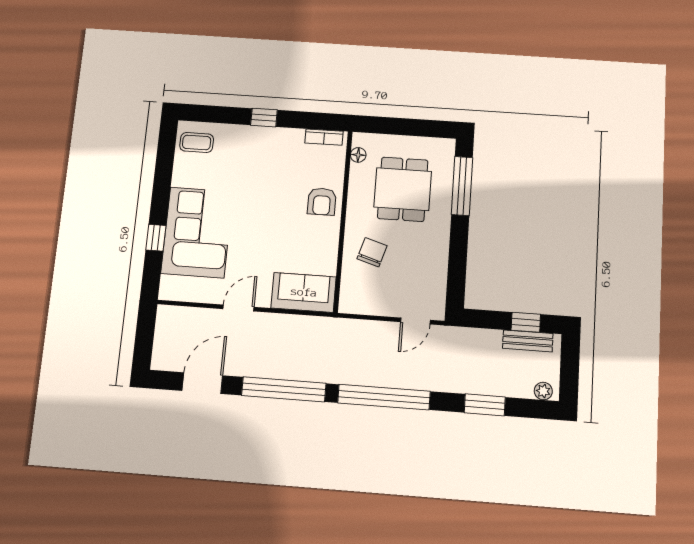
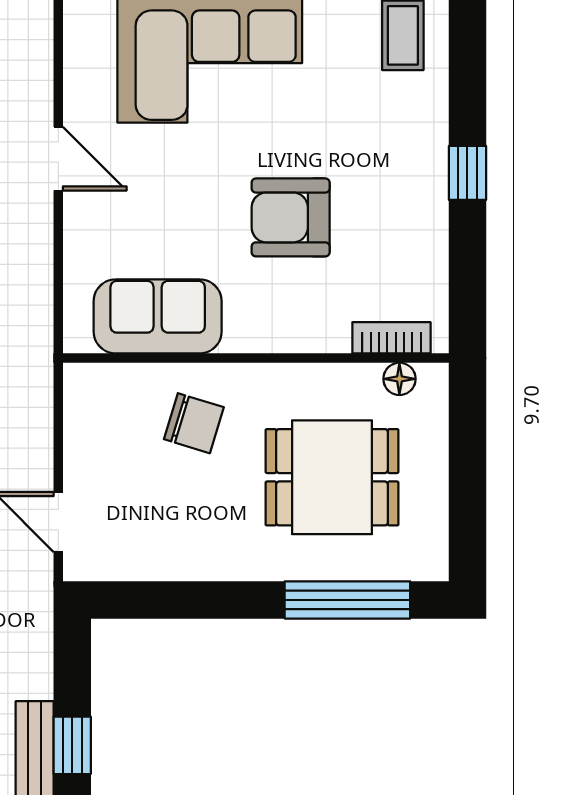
bookcase: (324, 137) -> (391, 338), moved, turned 90
armchair: (322, 202) -> (291, 217), moved, width x1.38, depth x1.38
sofa: (304, 292) -> (158, 316), moved, turned -90

